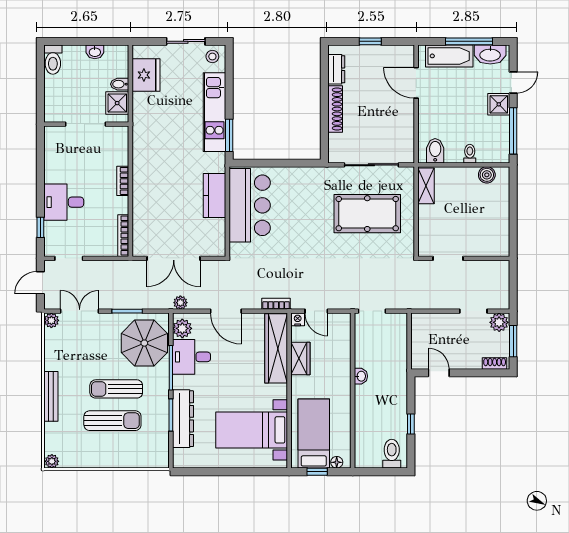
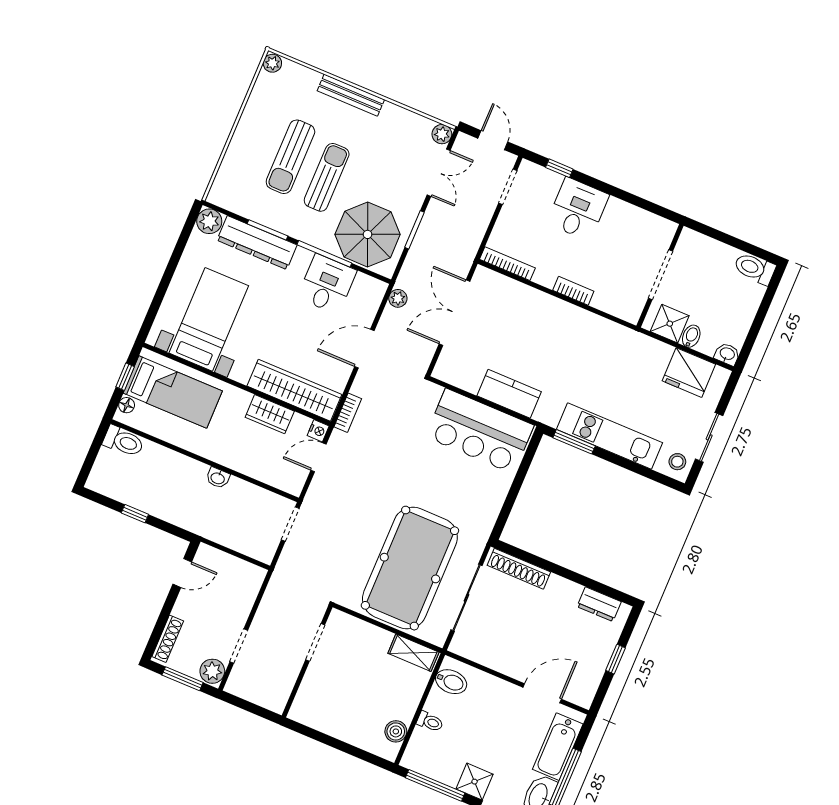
washbasin: (95, 52) -> (727, 354), moved, turned 90
shoe rack: (335, 109) -> (519, 569), moved
pool table: (367, 214) -> (410, 568), width x1.36, depth x1.32
plant: (182, 328) -> (209, 221), moved
shoe rack: (495, 364) -> (168, 639), width x1.43
toilet: (392, 454) -> (123, 441), moved

